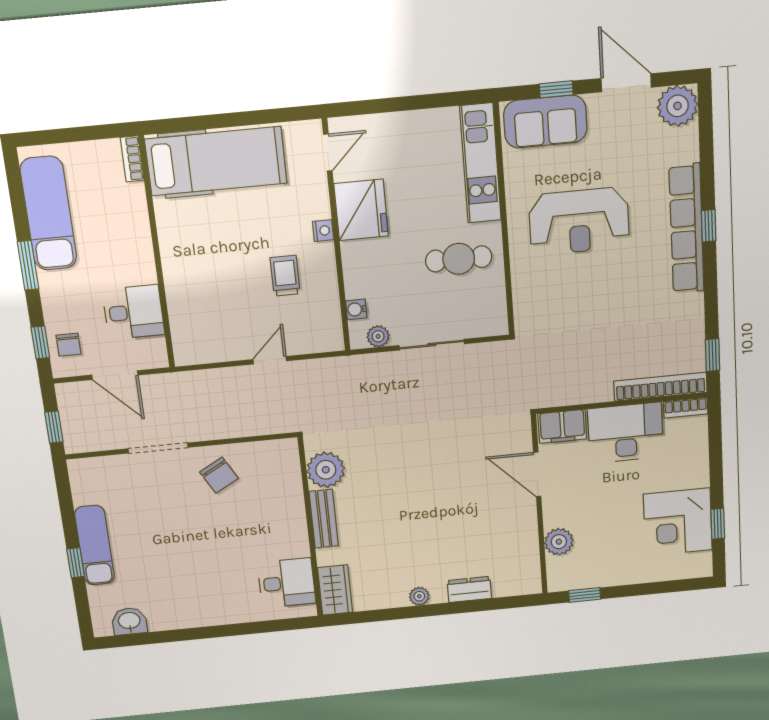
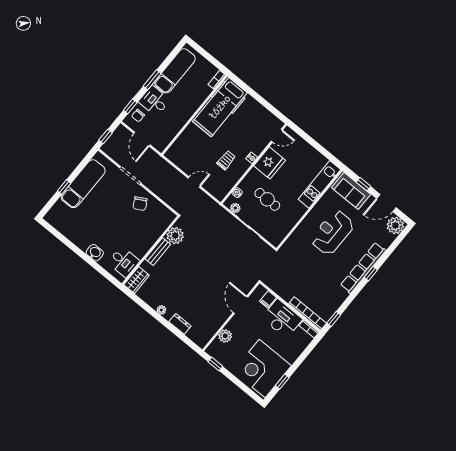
door: (626, 83) -> (386, 203), swing flipped
hospital bed: (216, 161) -> (220, 107), moved, turned 90
reception desk: (579, 221) -> (332, 232), turned 90
cafe table: (459, 259) -> (267, 199), moved
desk: (133, 312) -> (154, 101), moved, turned 180
filing cabinet: (562, 426) -> (268, 299), width x0.50
corner desk: (678, 522) -> (262, 368), width x1.36, depth x1.36
exam couch: (95, 545) -> (83, 184), width x1.36, depth x1.45
washbasin: (129, 621) -> (95, 253), moved

